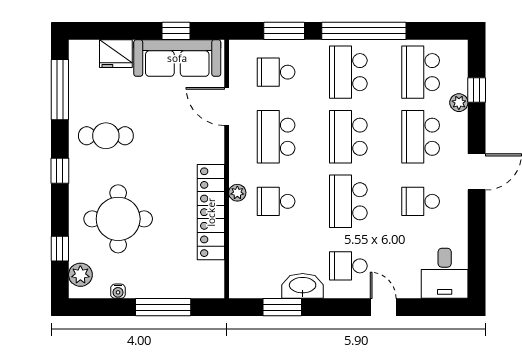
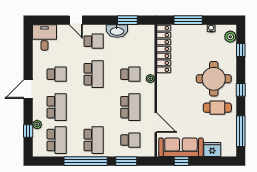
school desk: (348, 137) -> (94, 107), removed
locker: (211, 212) -> (164, 49), moved
round table: (118, 219) -> (214, 79), moved

